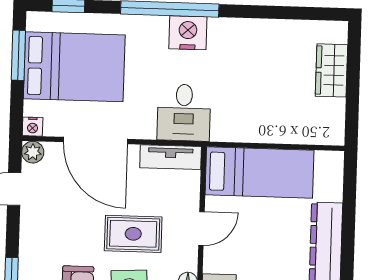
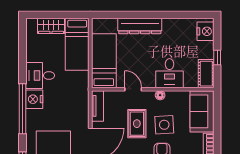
desk: (184, 113) -> (40, 75), moved, turned 180
bed: (294, 121) -> (77, 44), added

